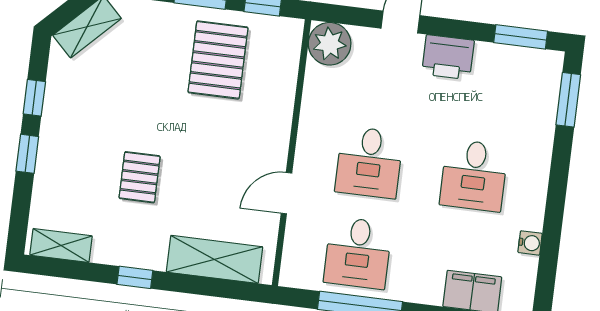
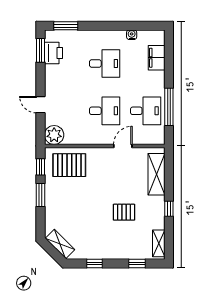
printer: (448, 57) -> (54, 53), moved
pallet: (218, 60) -> (69, 165), moved
window: (27, 154) -> (137, 263), moved
door: (286, 193) -> (123, 146), swing flipped

